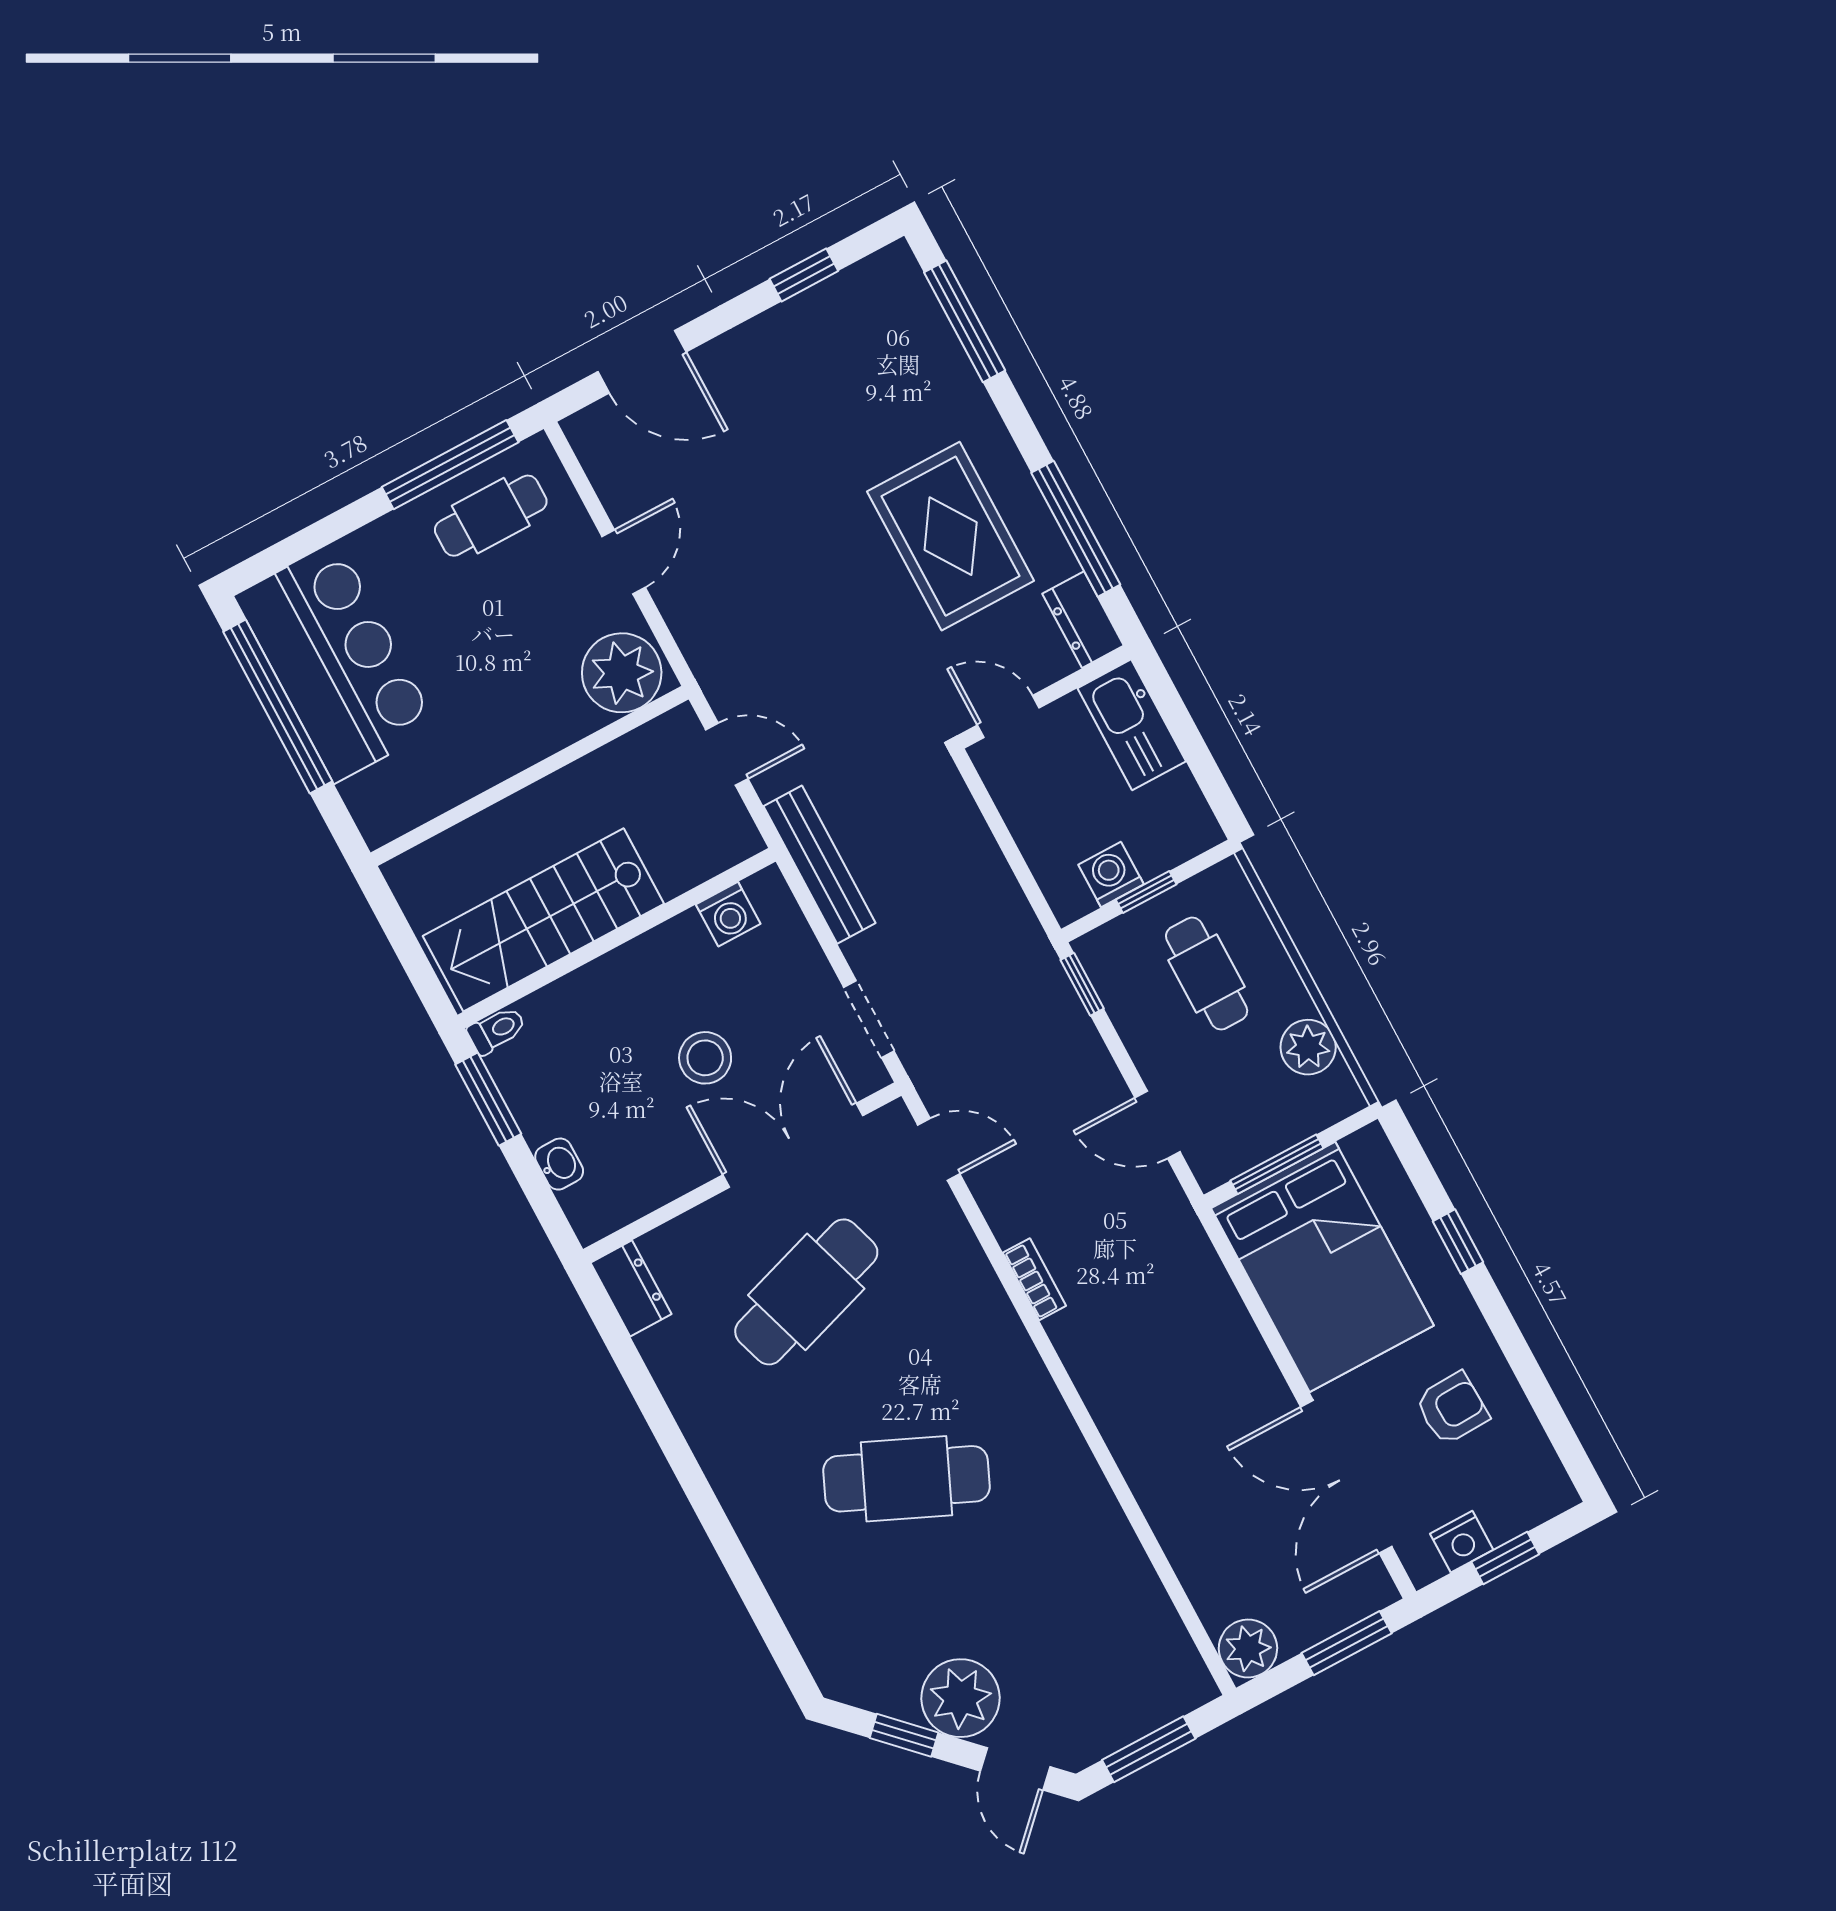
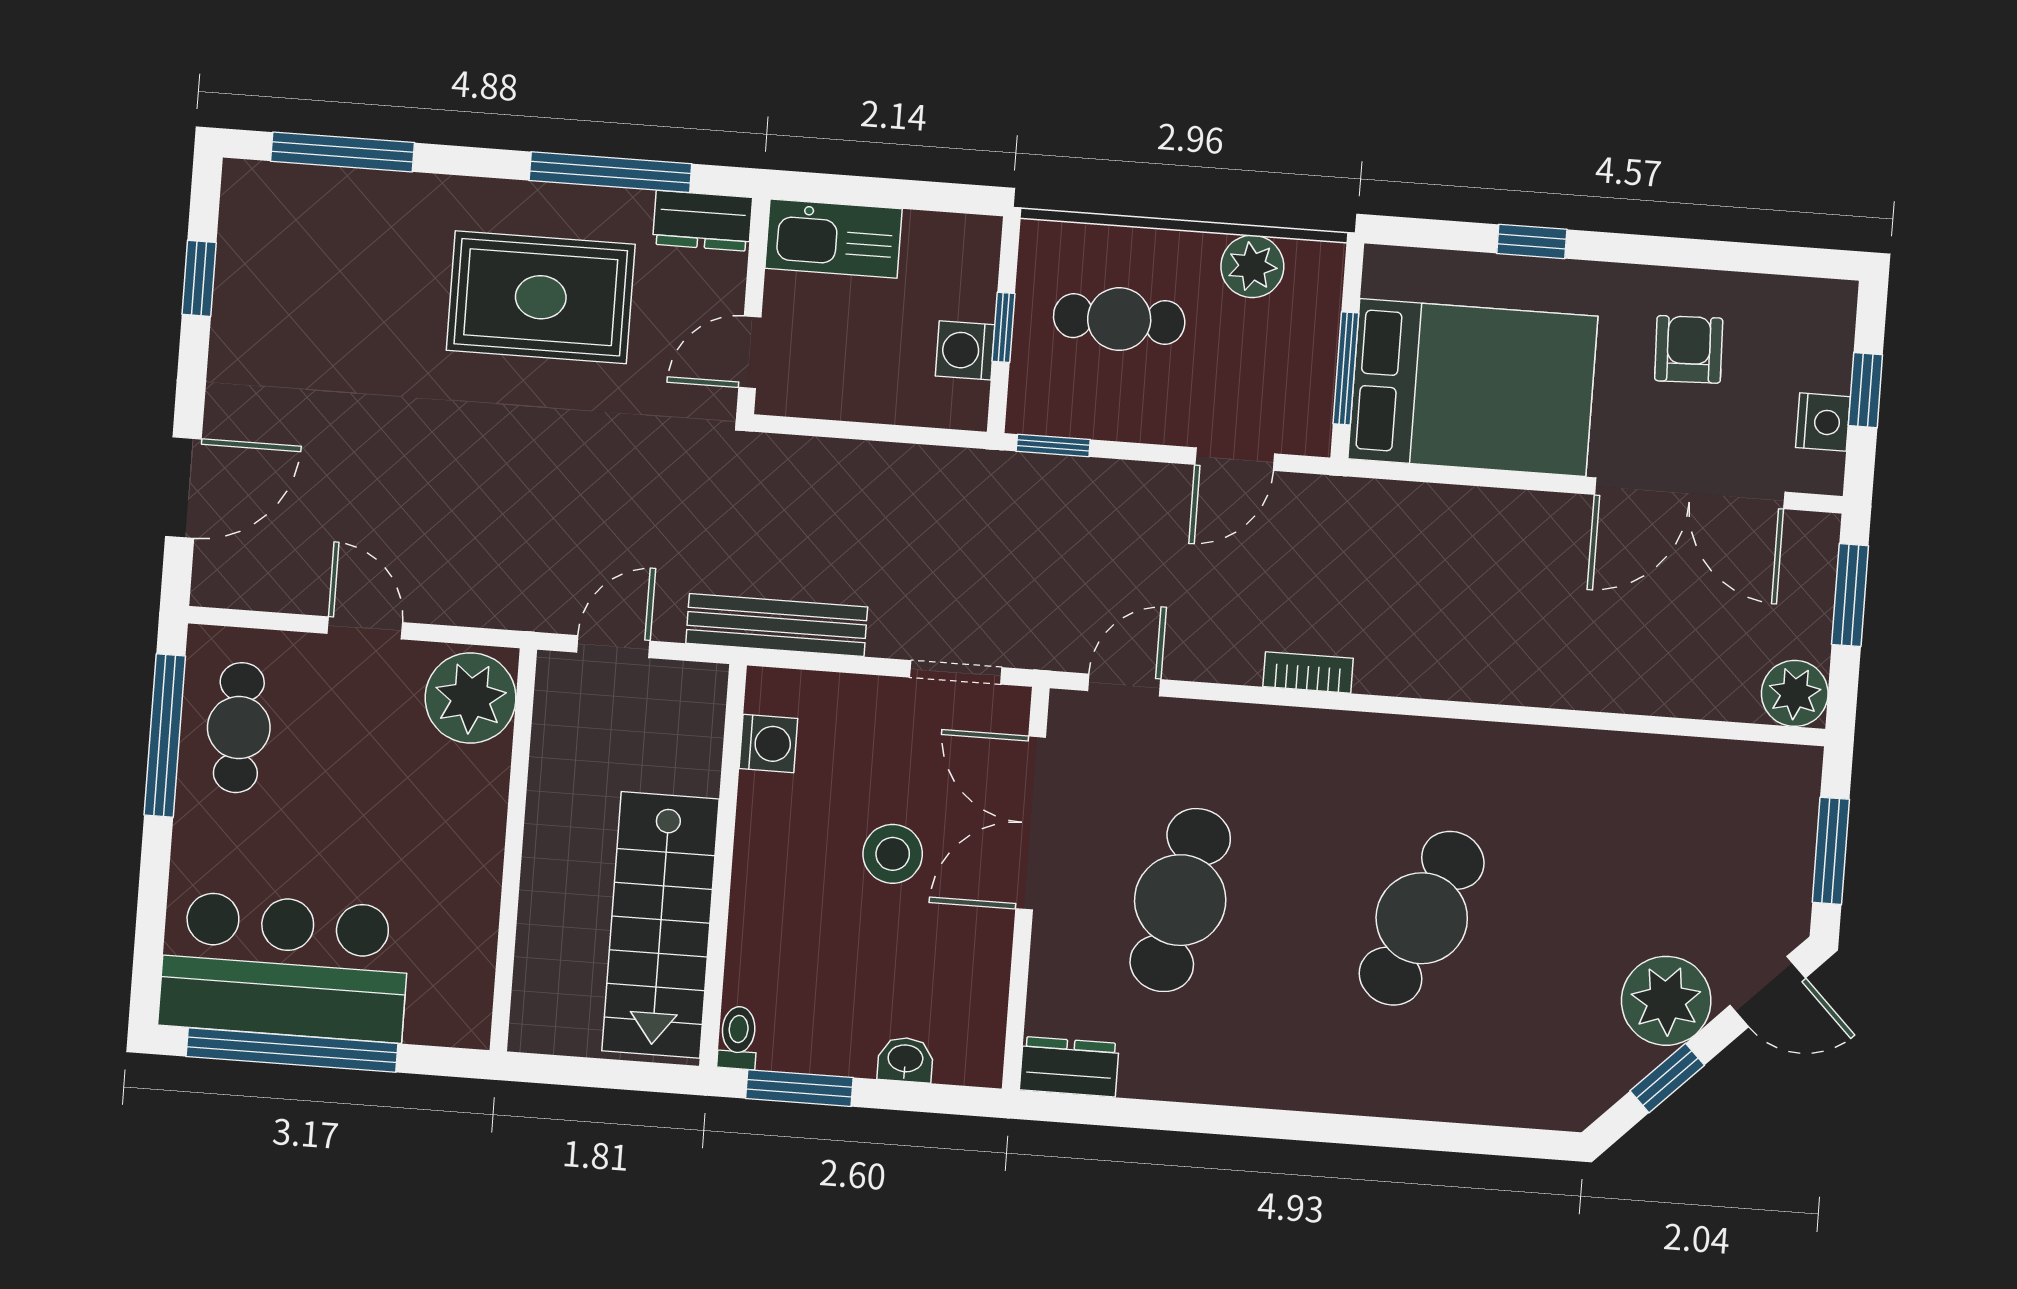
cafe table: (806, 1292) -> (1180, 900), turned 30

